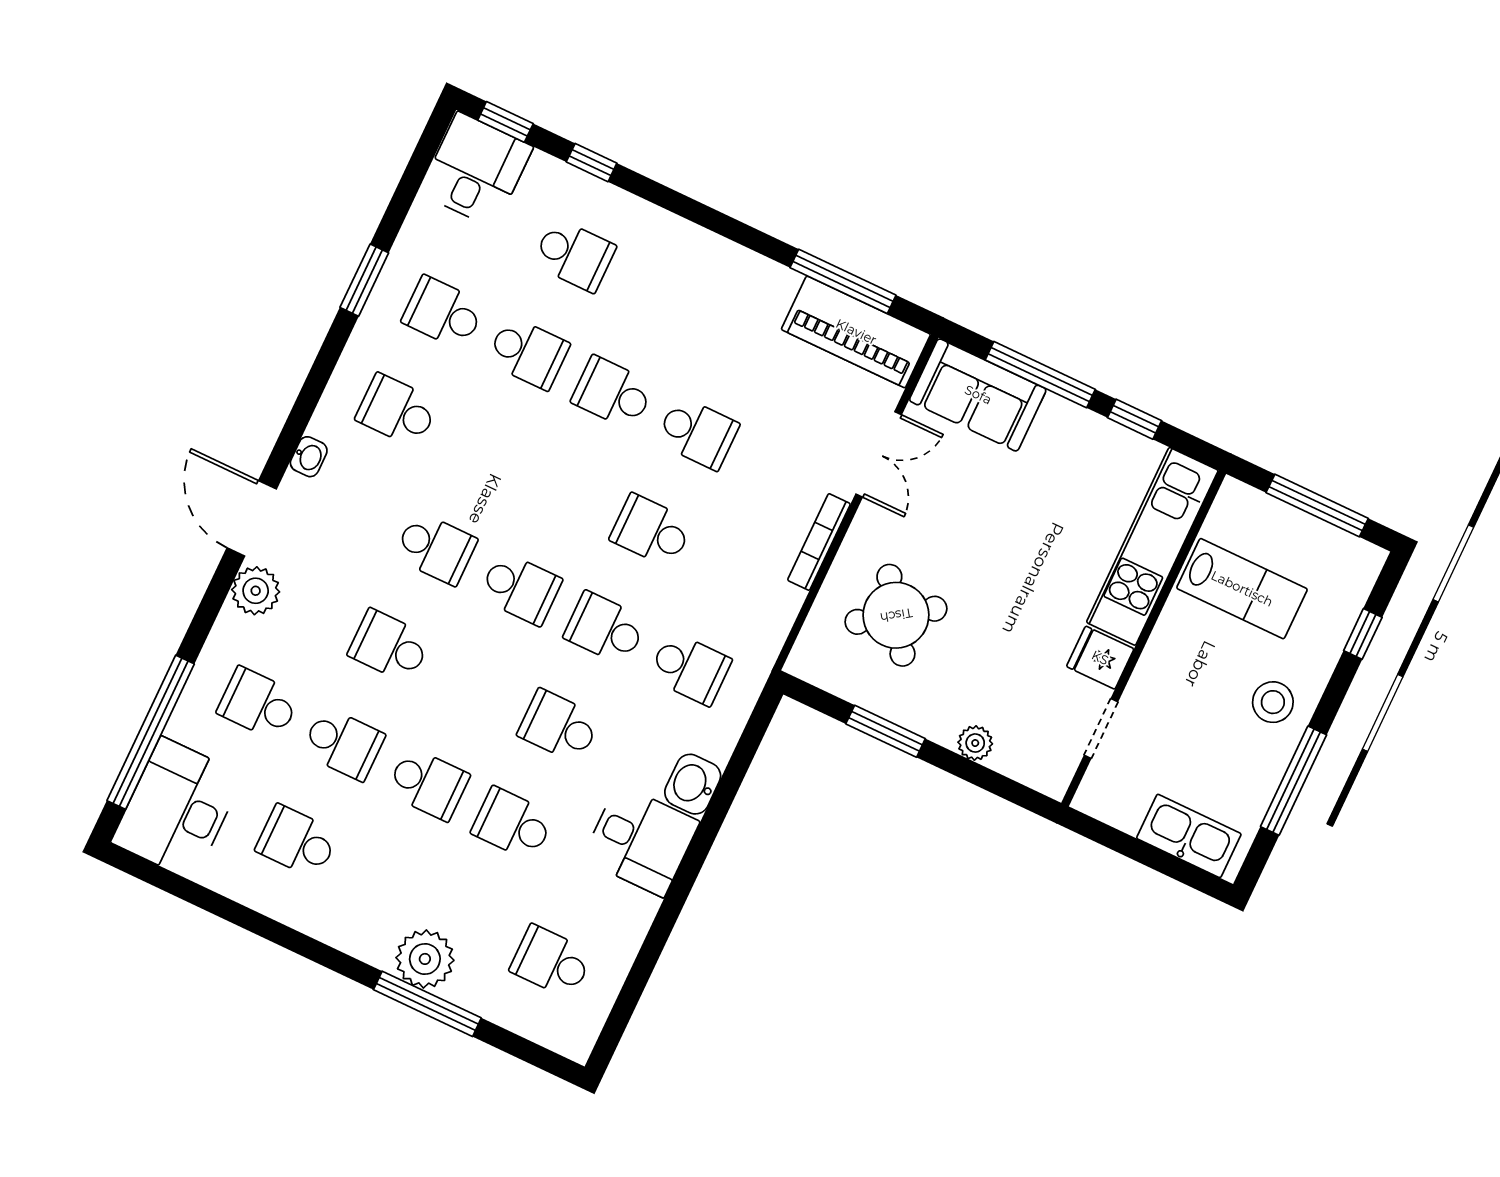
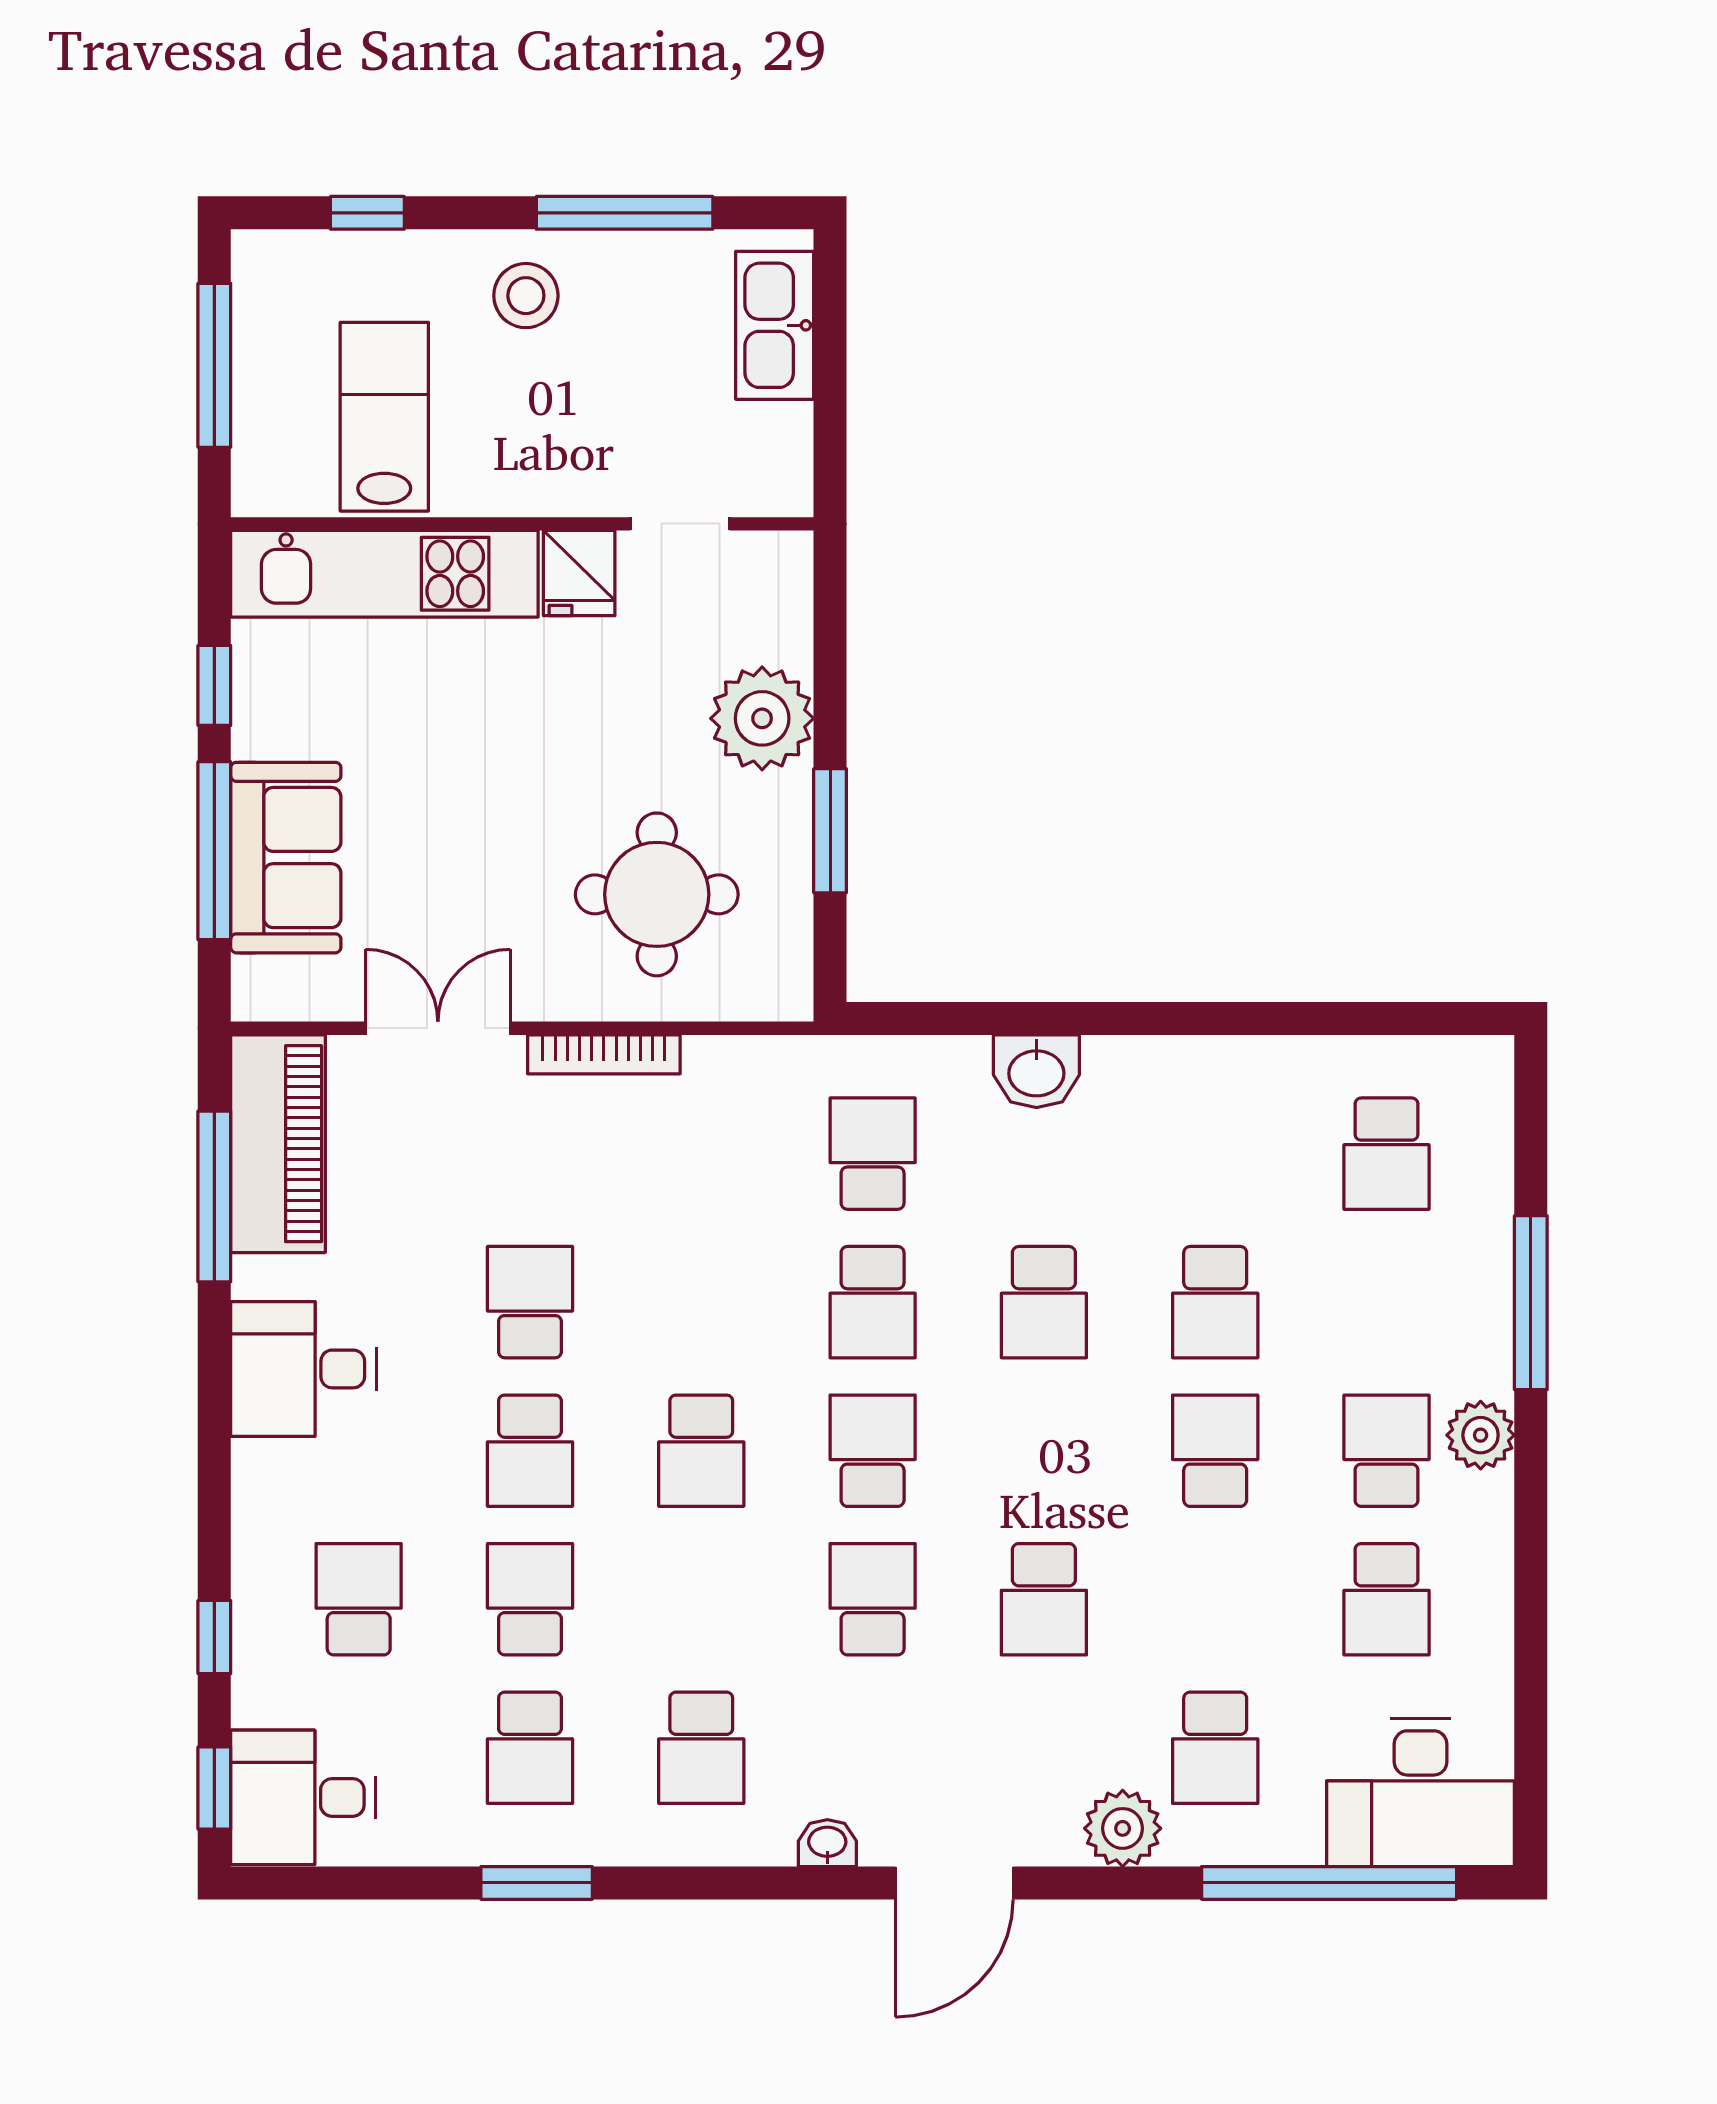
sofa: (978, 395) -> (286, 858), moved
school desk: (651, 531) -> (701, 1451), moved
plant: (256, 591) -> (1123, 1828), moved
round table: (896, 615) -> (657, 894), turned 35
plant: (975, 743) -> (762, 718), width x1.88, depth x1.88
school desk: (343, 744) -> (1386, 1451), moved
desk: (641, 840) -> (303, 1369), moved, turned -90
plant: (425, 959) -> (1481, 1435), moved, width x0.73, depth x0.73

